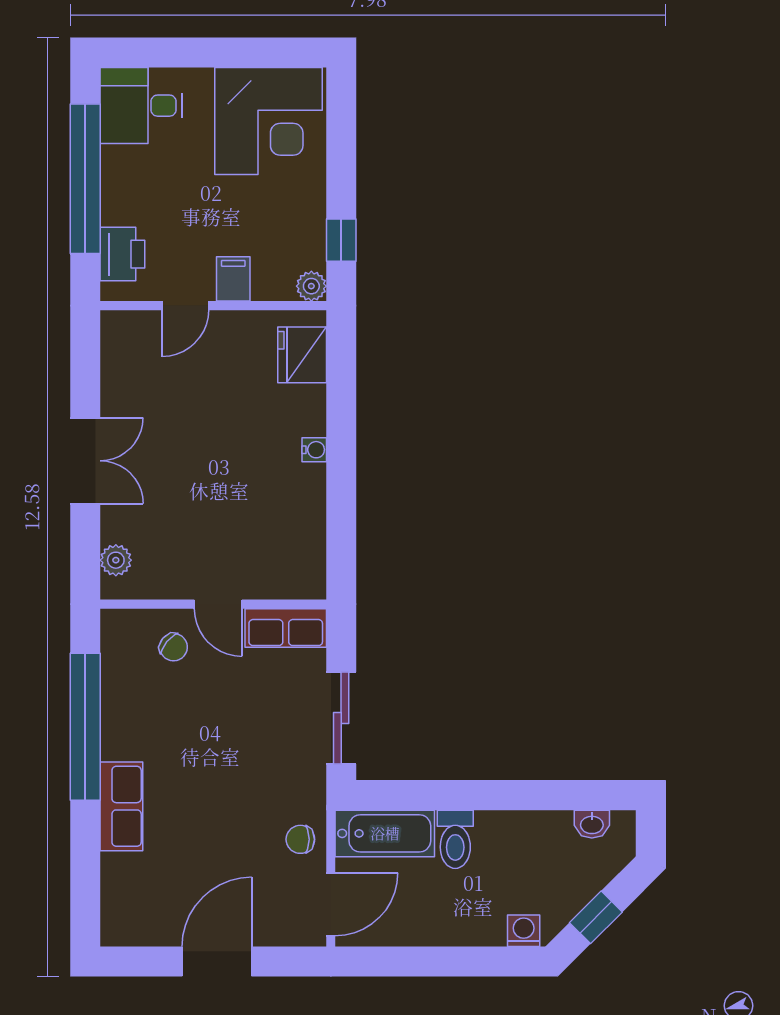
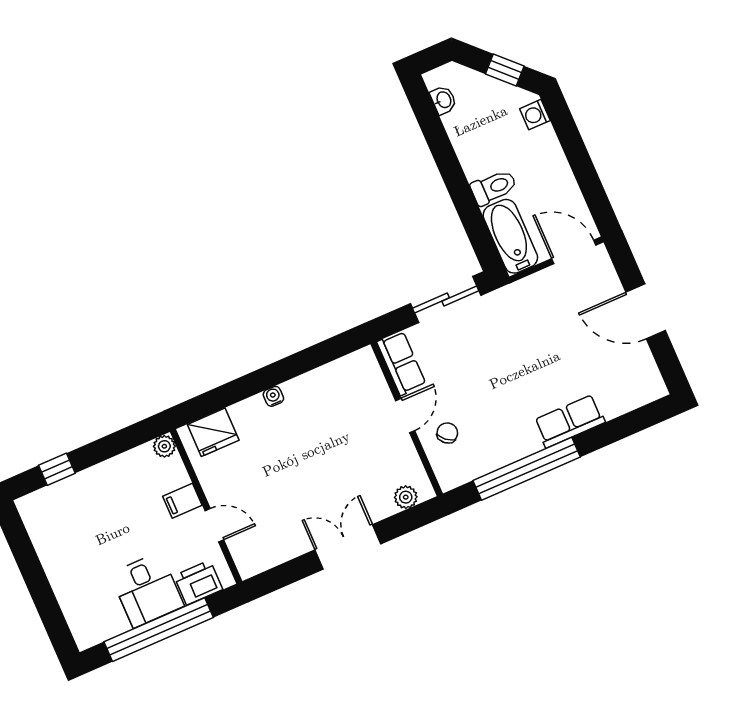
desk: (141, 106) -> (147, 590), moved
corner desk: (268, 121) -> (66, 523), removed
window: (341, 240) -> (57, 469), moved
chair: (300, 839) -> (539, 291), removed

